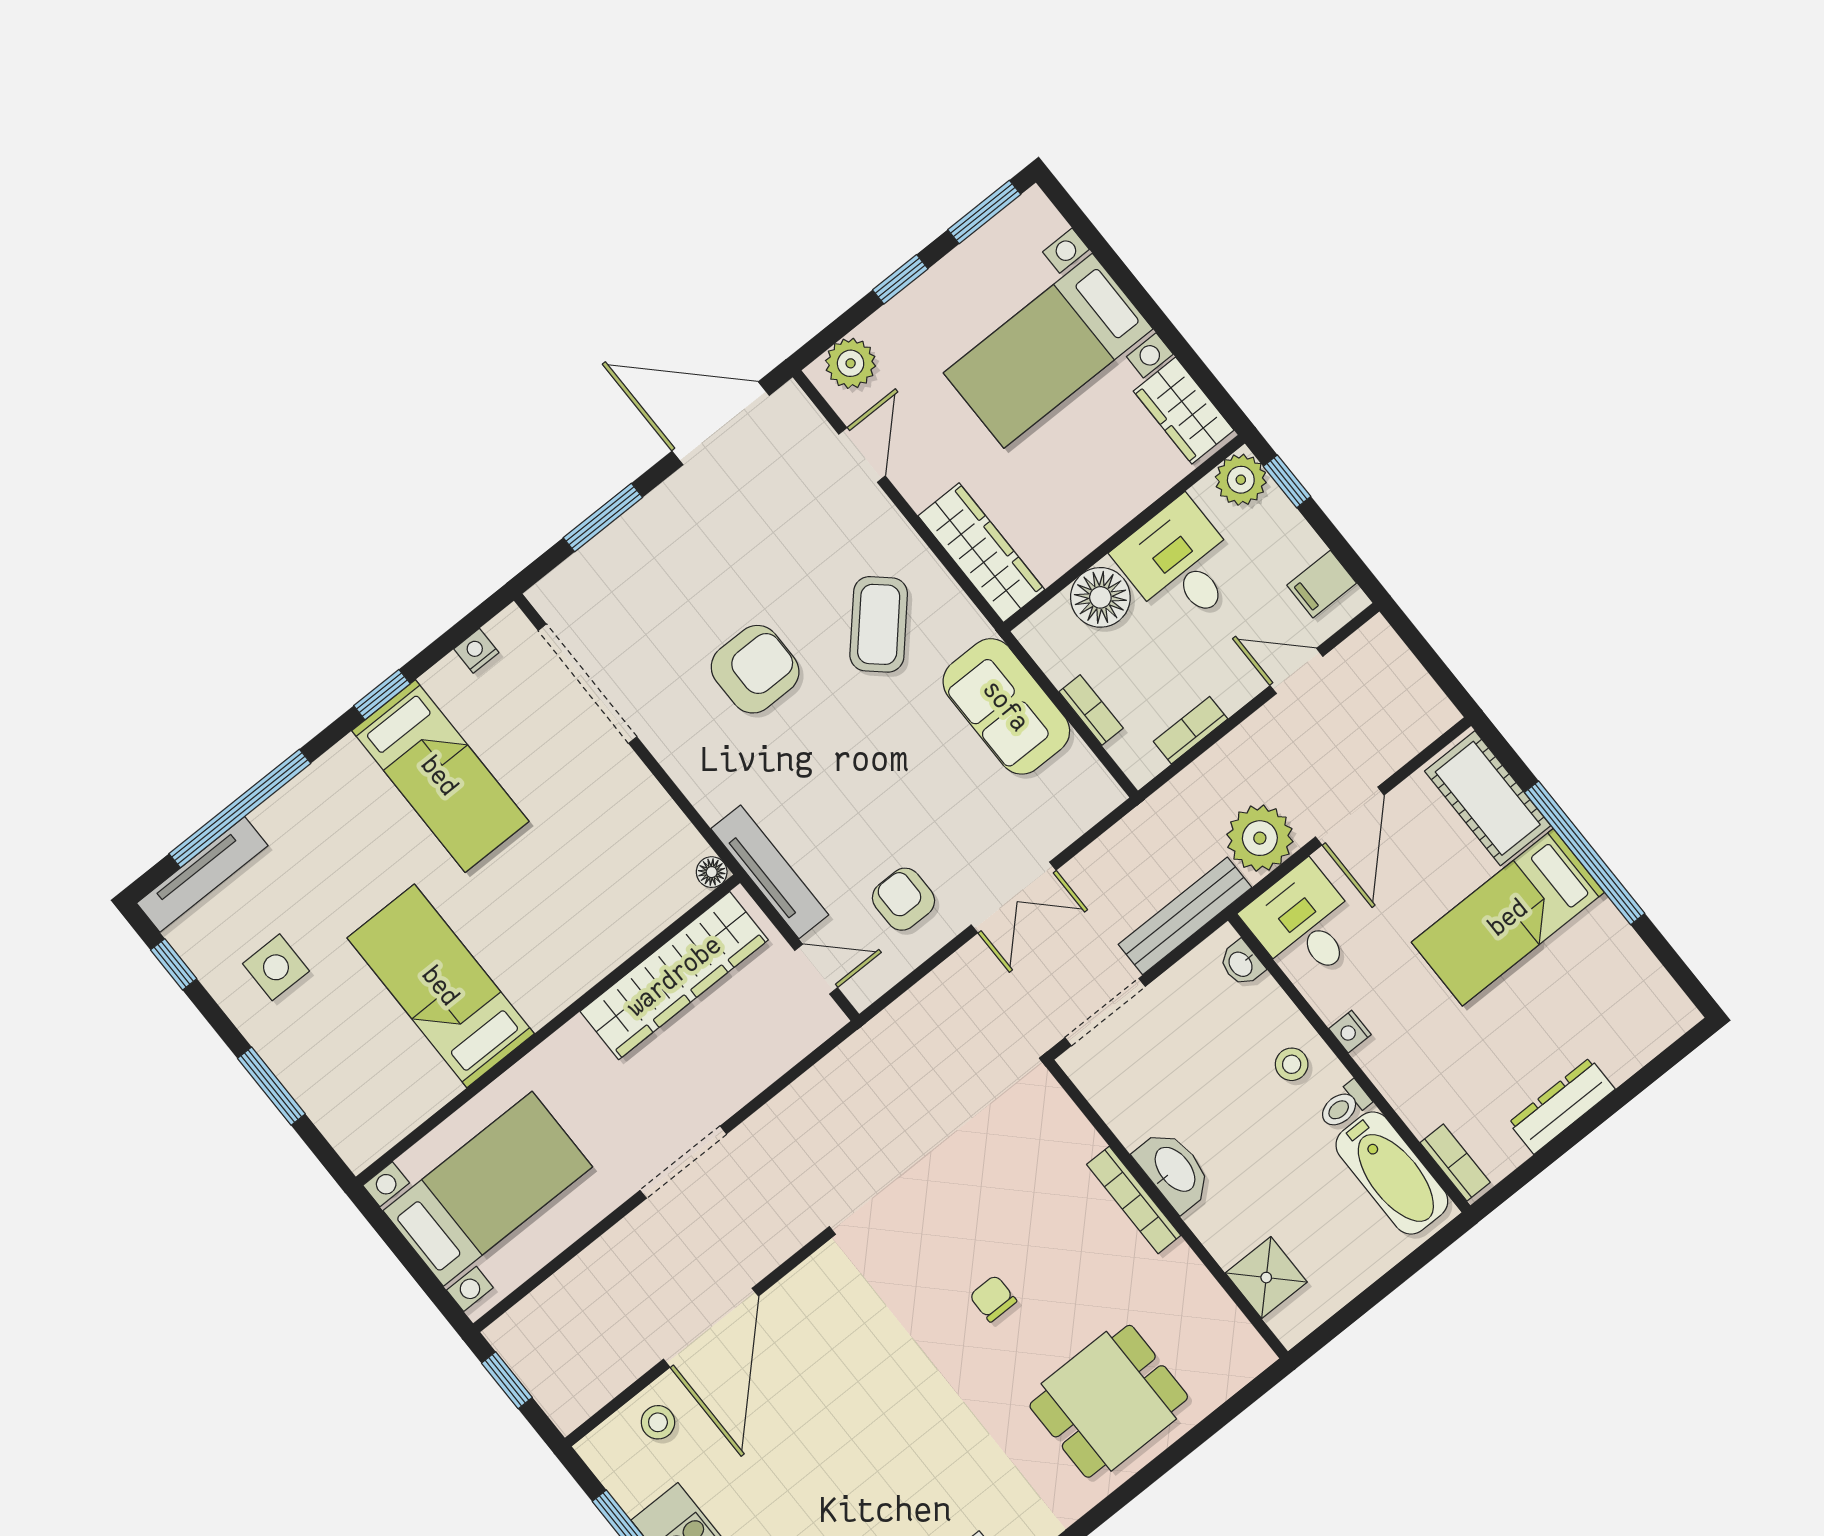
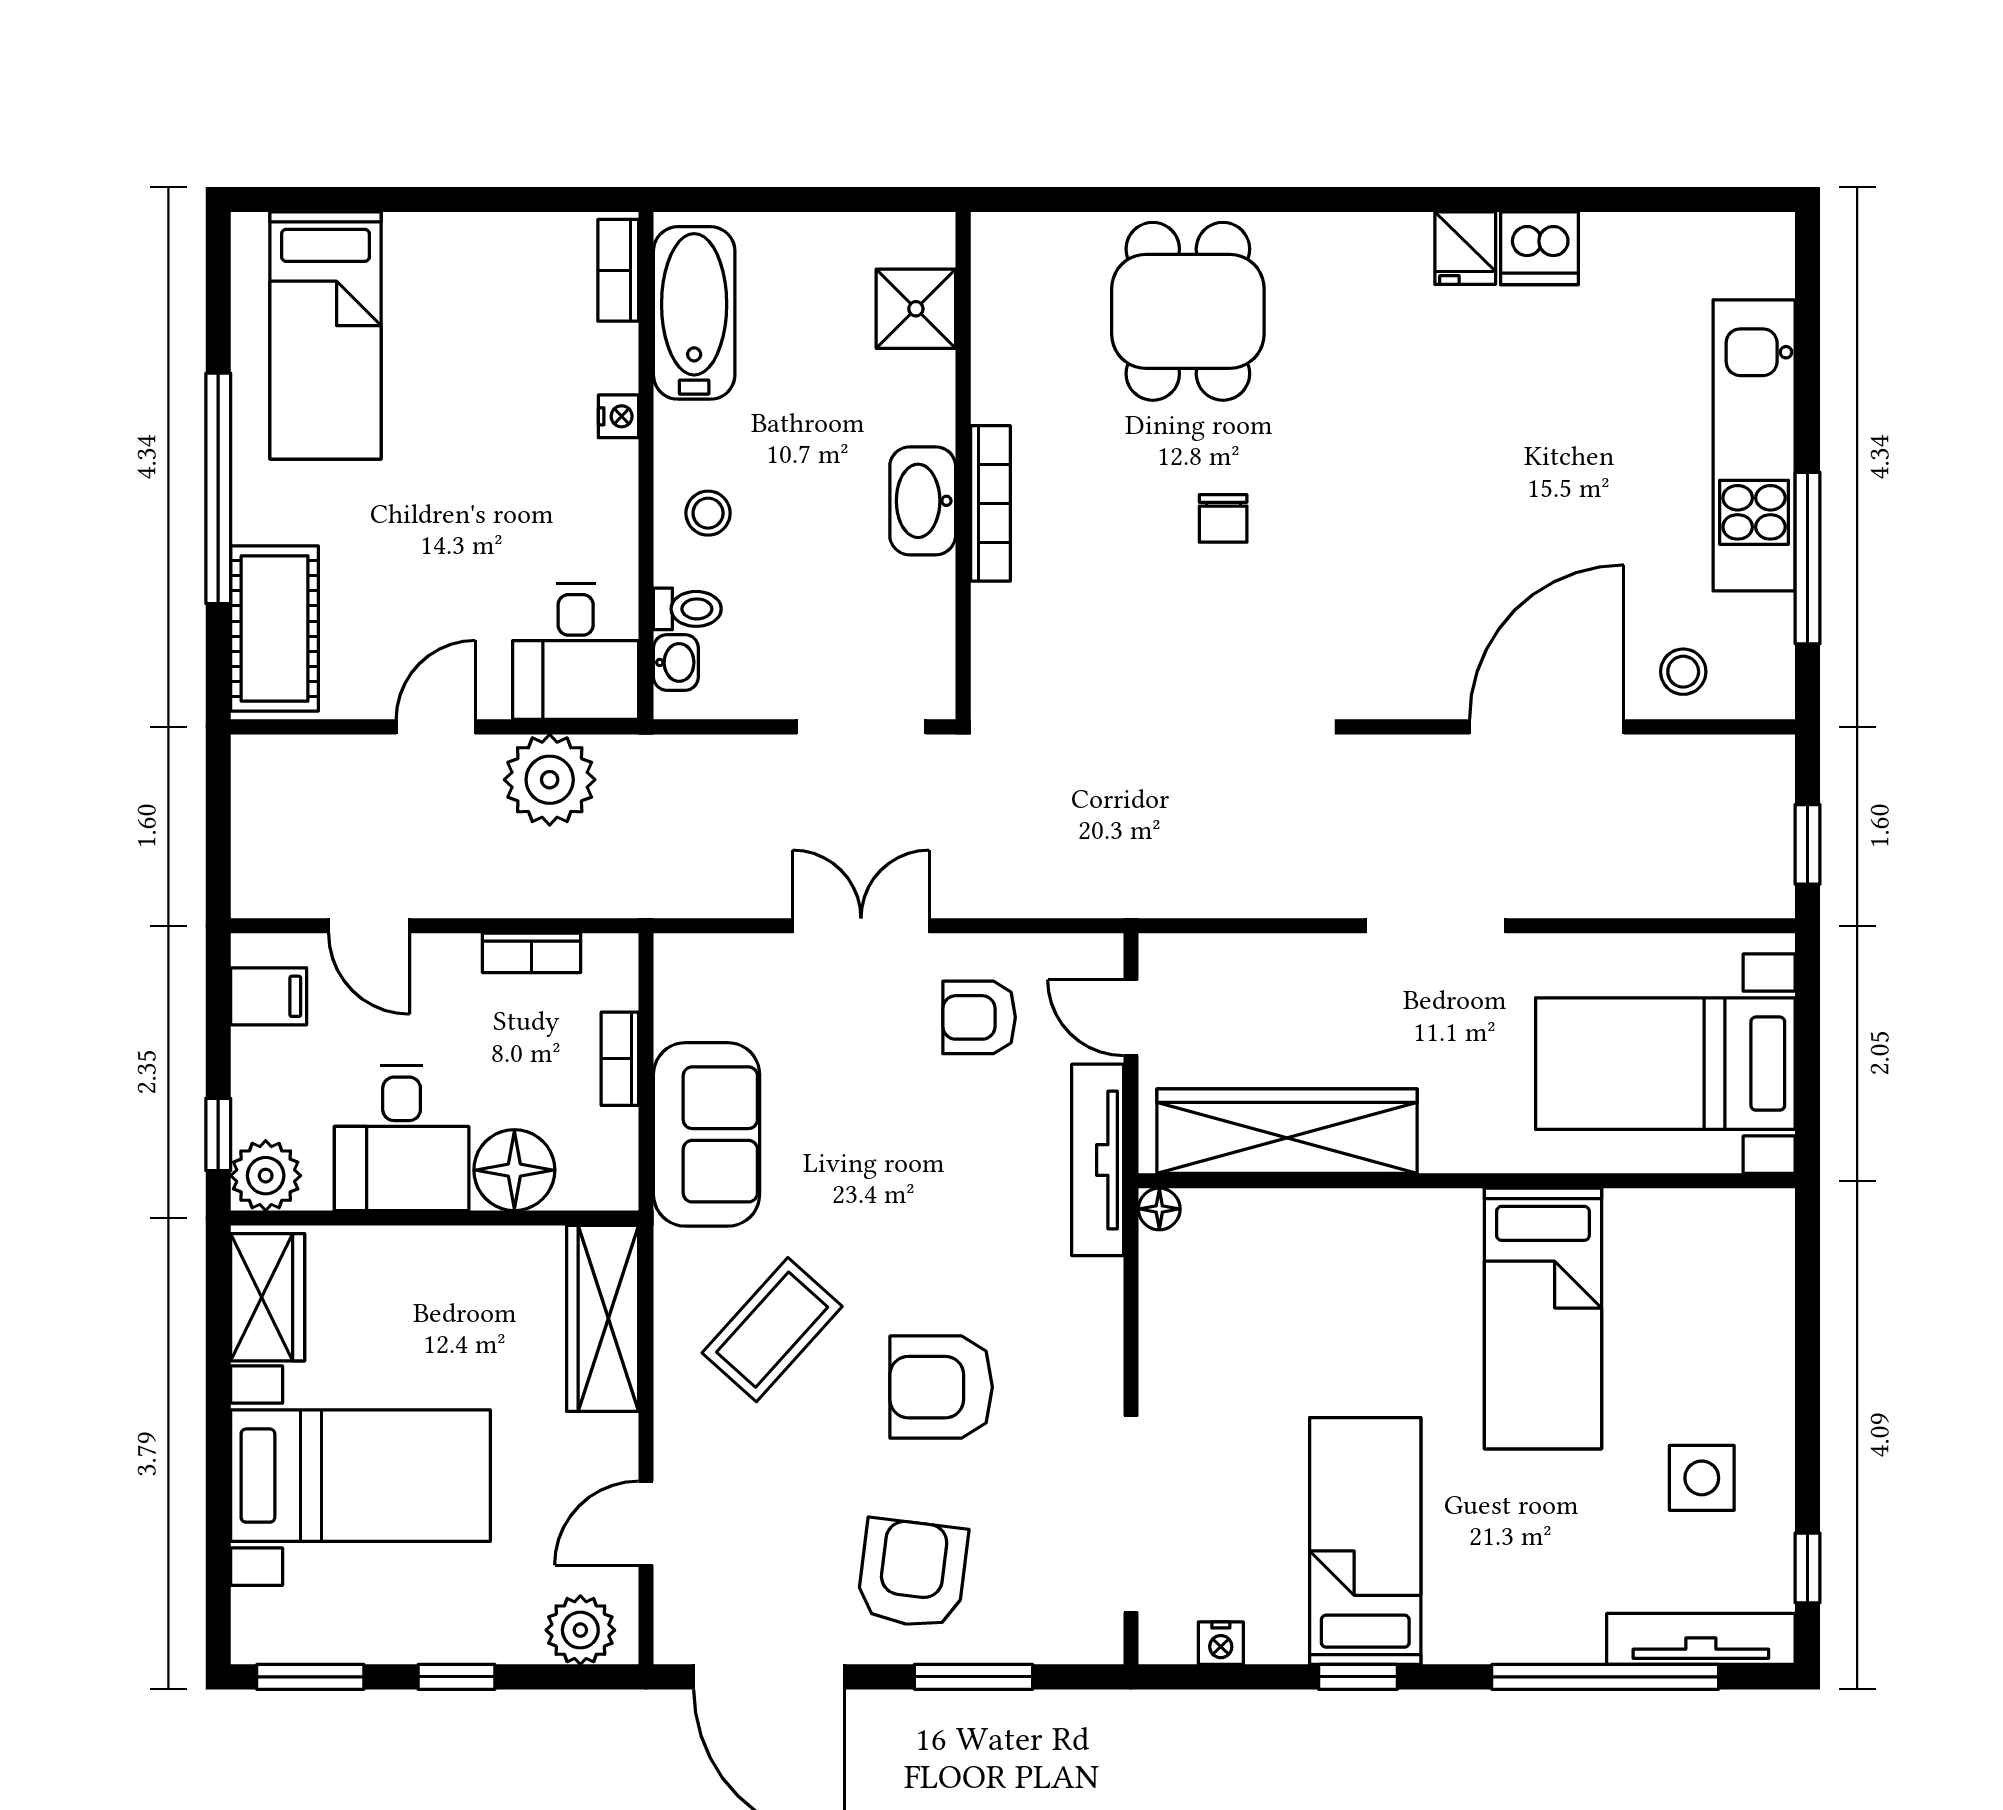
armchair: (686, 549) -> (912, 1574), added
door: (1350, 816) -> (436, 727), width x0.73
armchair: (903, 899) -> (979, 1017), turned 90
bench: (1185, 916) -> (695, 761), removed
bed: (1508, 917) -> (325, 336), moved, turned 90
nightstand: (1350, 1032) -> (618, 416), moved
window: (271, 1086) -> (1807, 1356), removed
toilet: (1344, 1105) -> (687, 609), moved
dresser: (1562, 1106) -> (457, 240), removed
dining table: (1109, 1401) -> (1188, 311), turned 90

